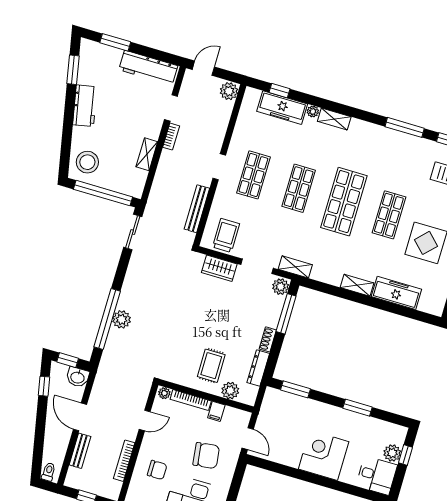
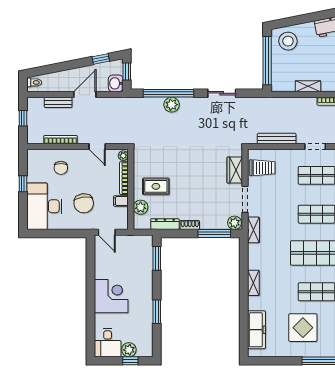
sliding door: (133, 232) -> (222, 93), moved
freezer: (396, 293) -> (256, 330), moved
door: (248, 439) -> (107, 232), hinge flipped

